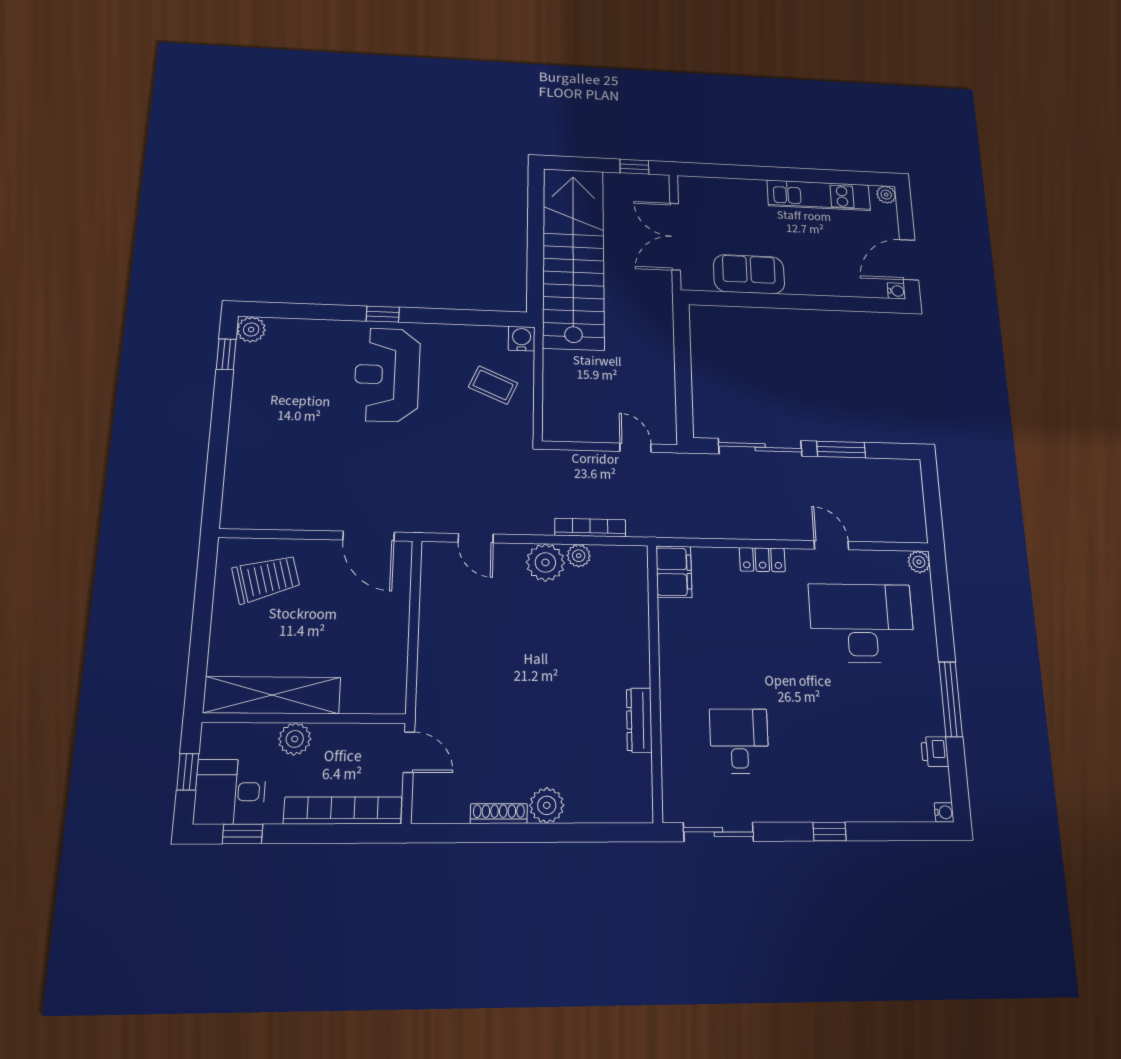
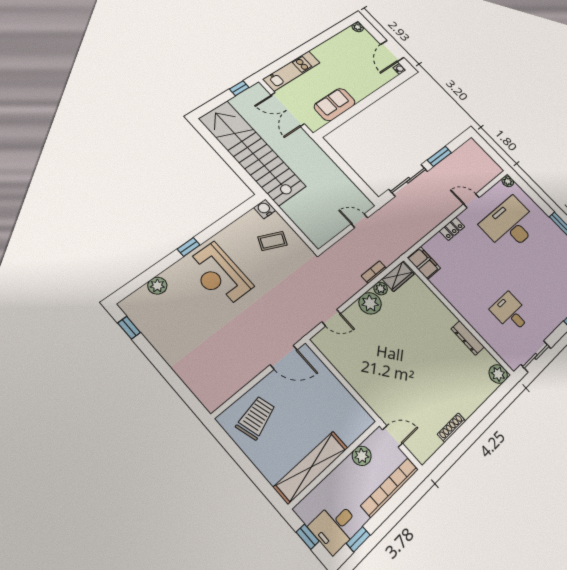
kitchen unit: (819, 195) -> (292, 71), moved
plant: (251, 329) -> (157, 286), moved
bookcase: (590, 528) -> (374, 272), width x0.64
wardrobe: (619, 560) -> (398, 276), added
plant: (295, 739) -> (362, 456), moved
plant: (547, 805) -> (498, 374), moved

